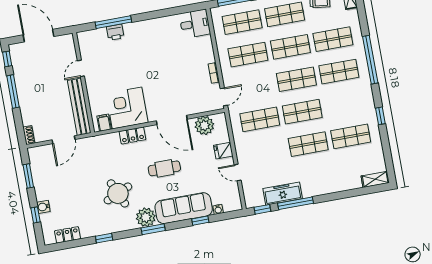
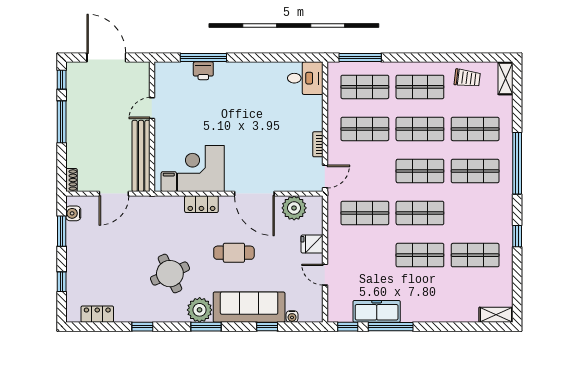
water cooler: (43, 207) -> (73, 213), moved

